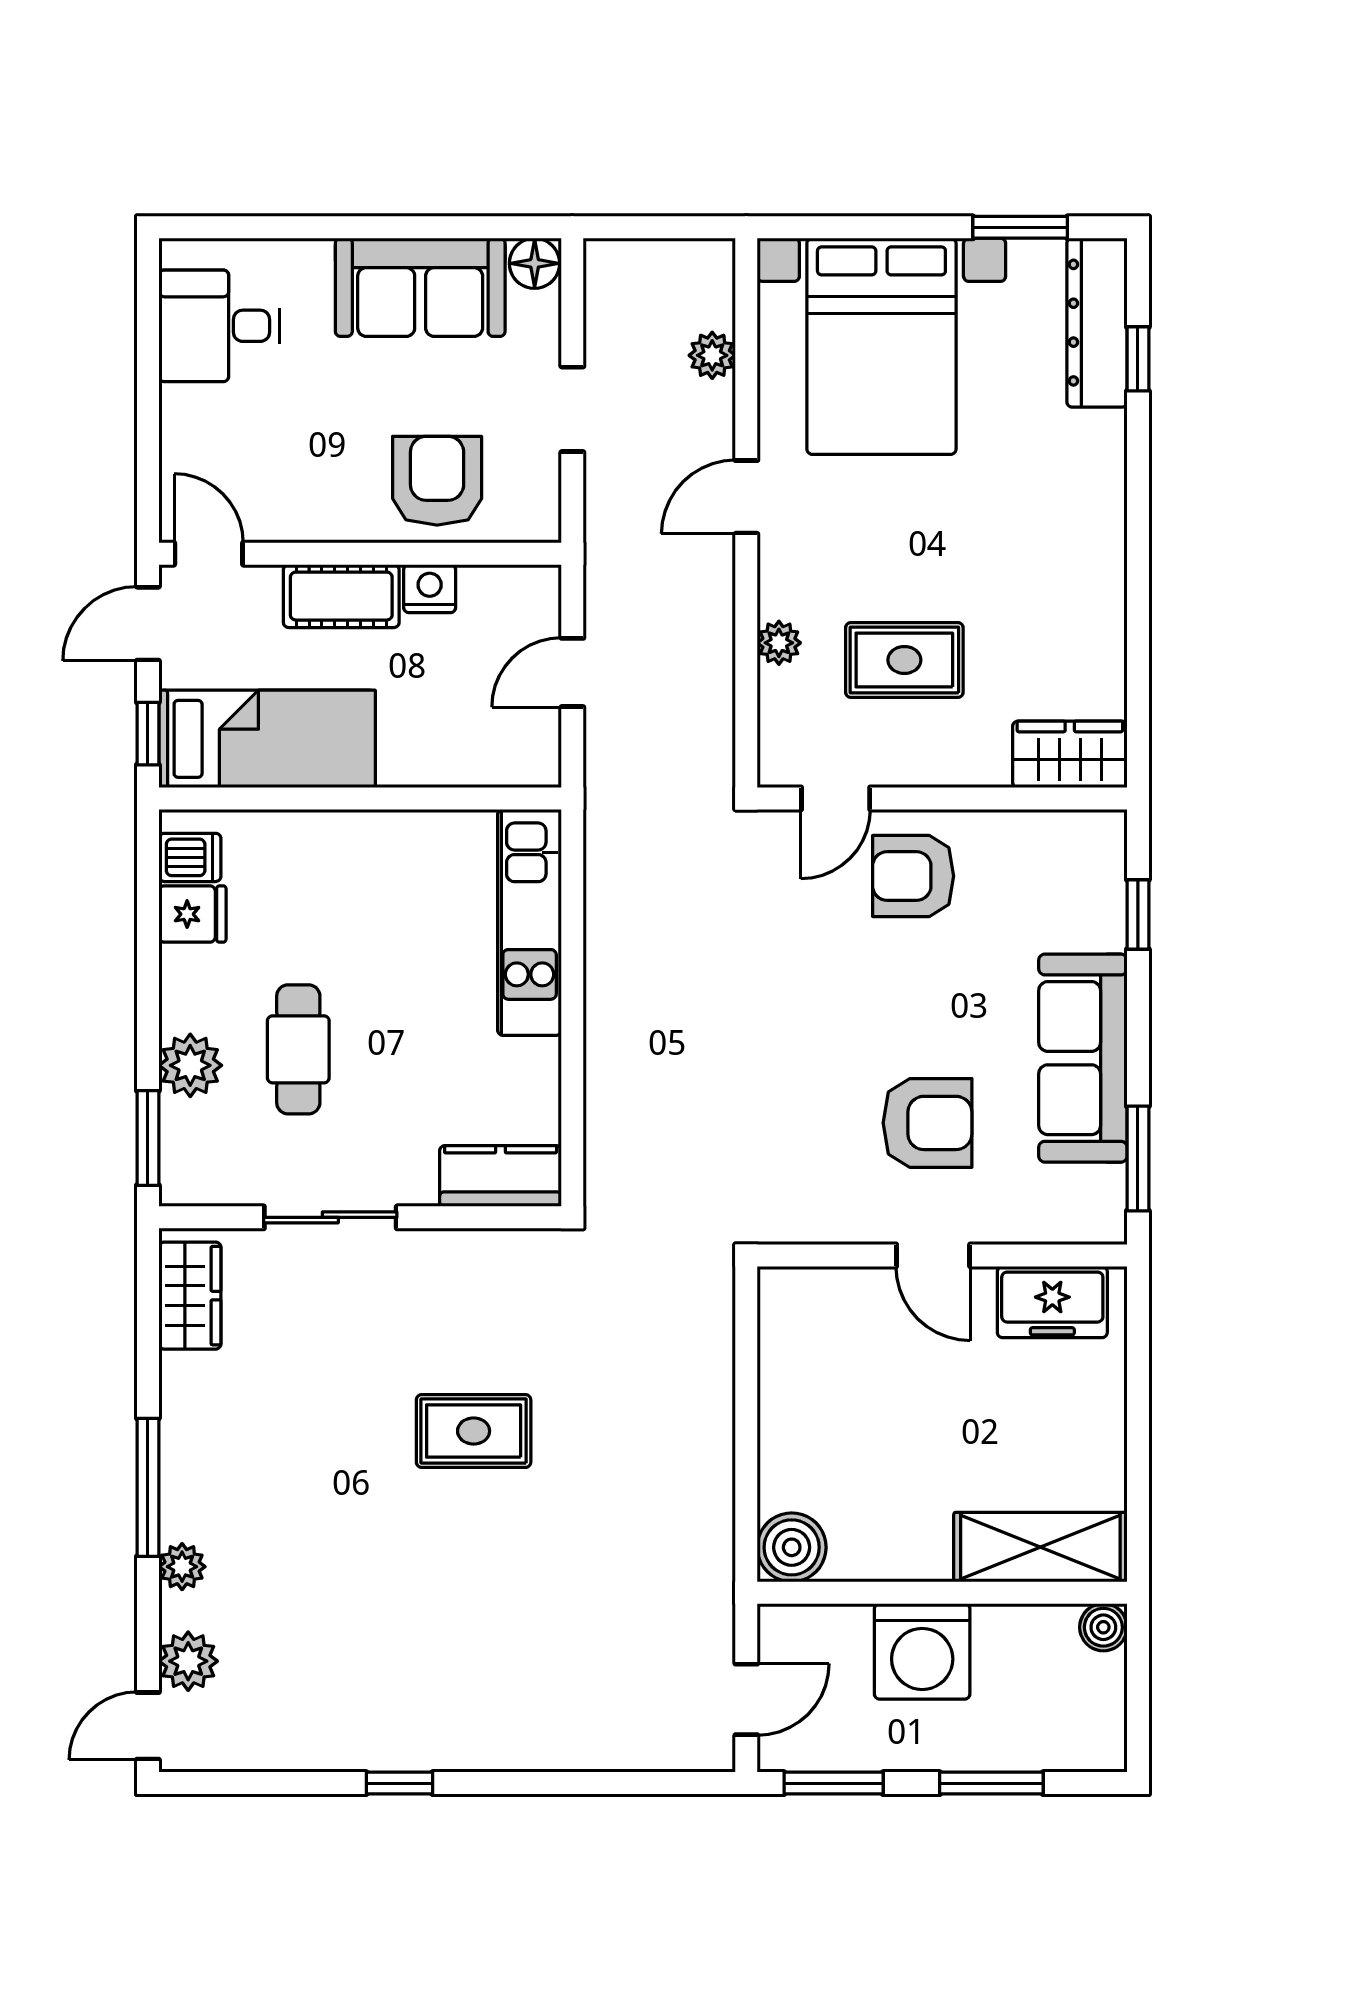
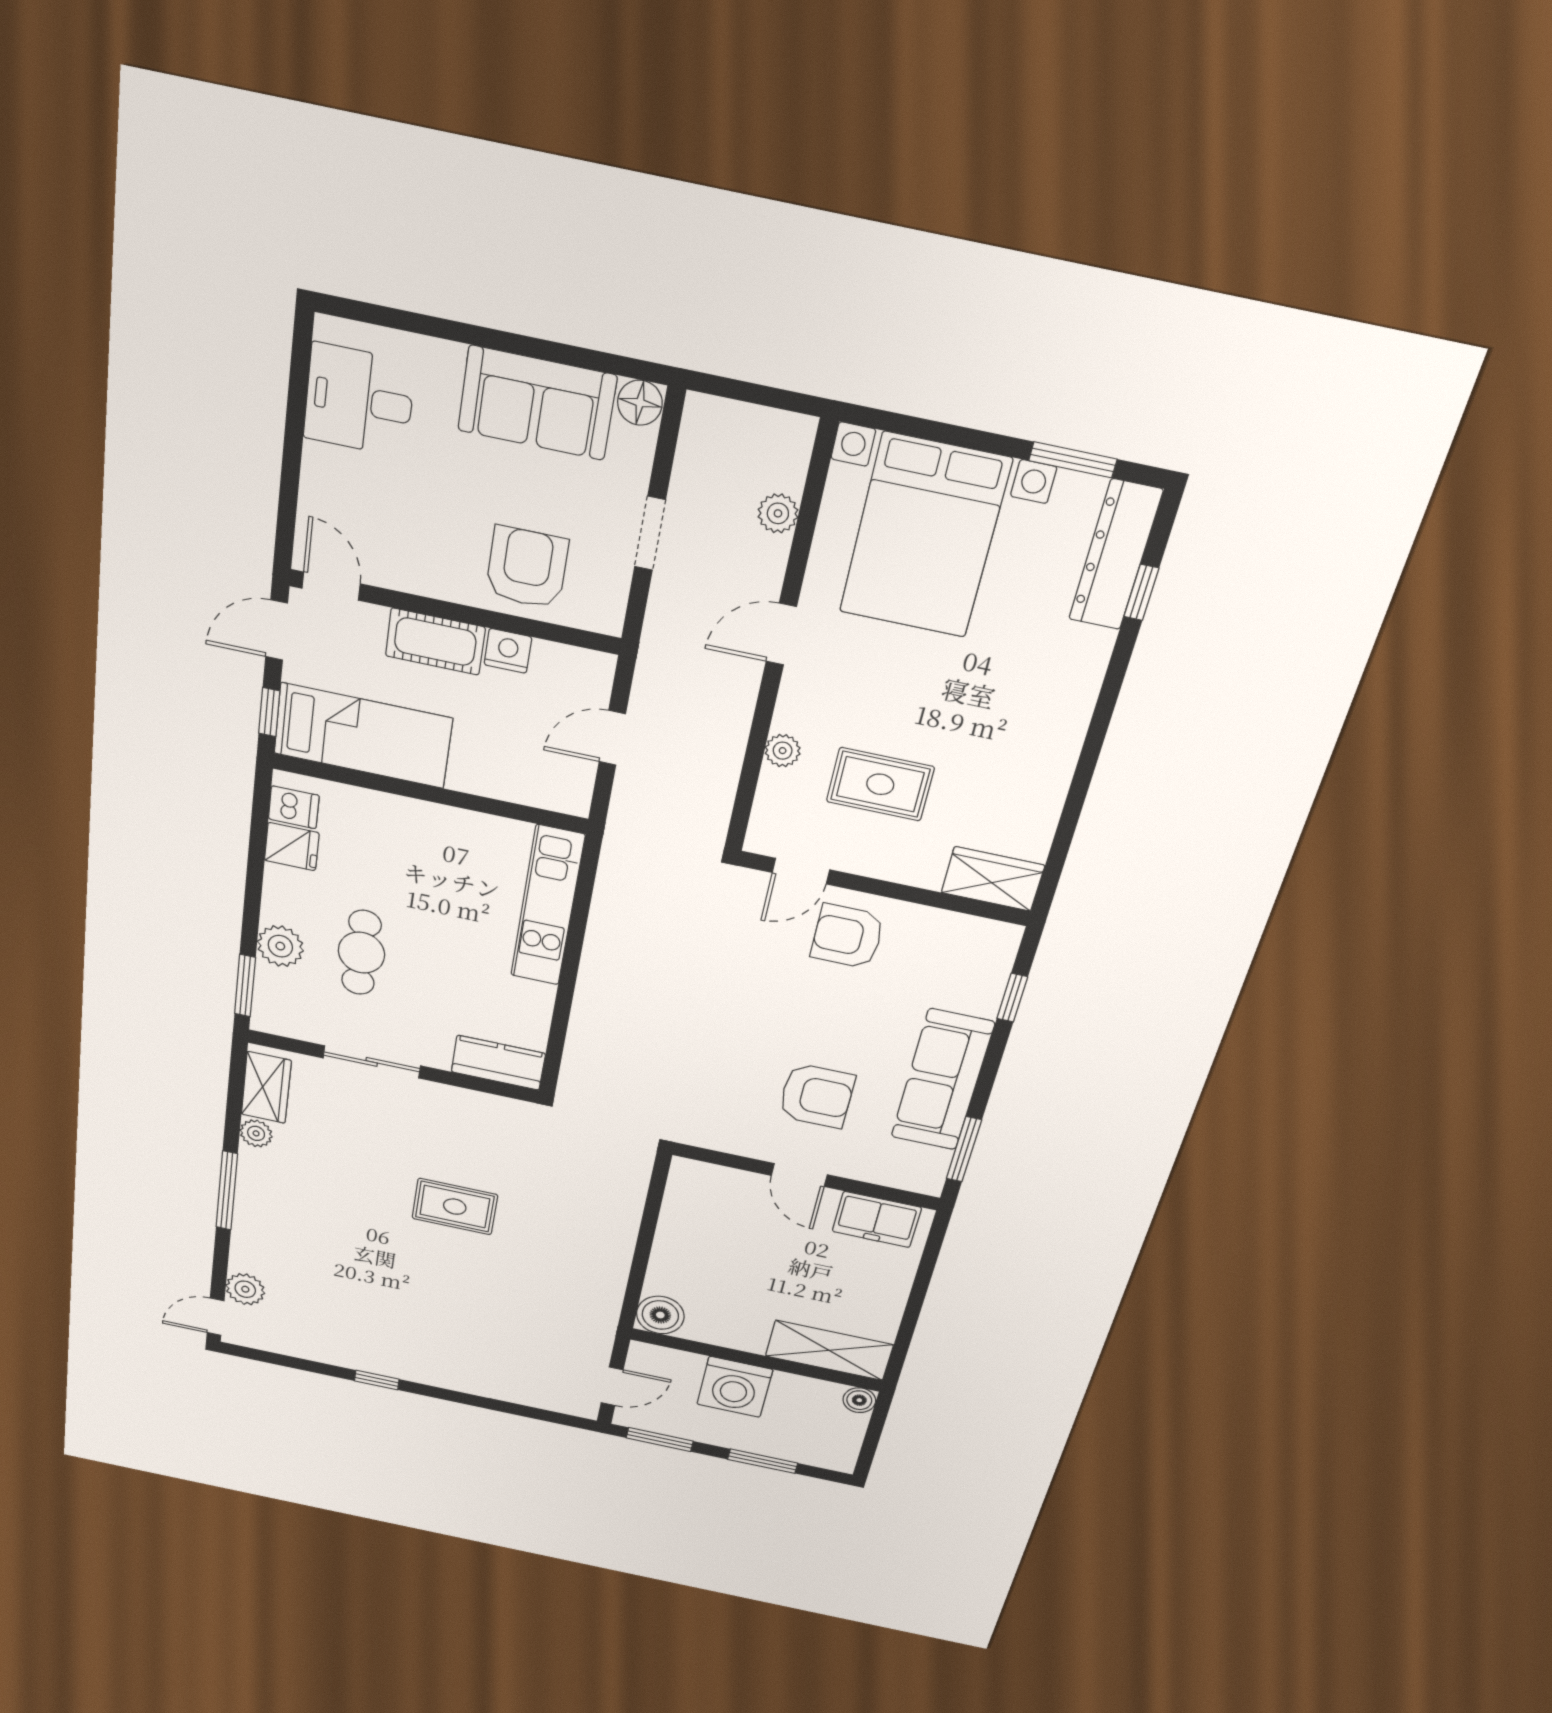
plant: (182, 1567) -> (256, 1133), moved

